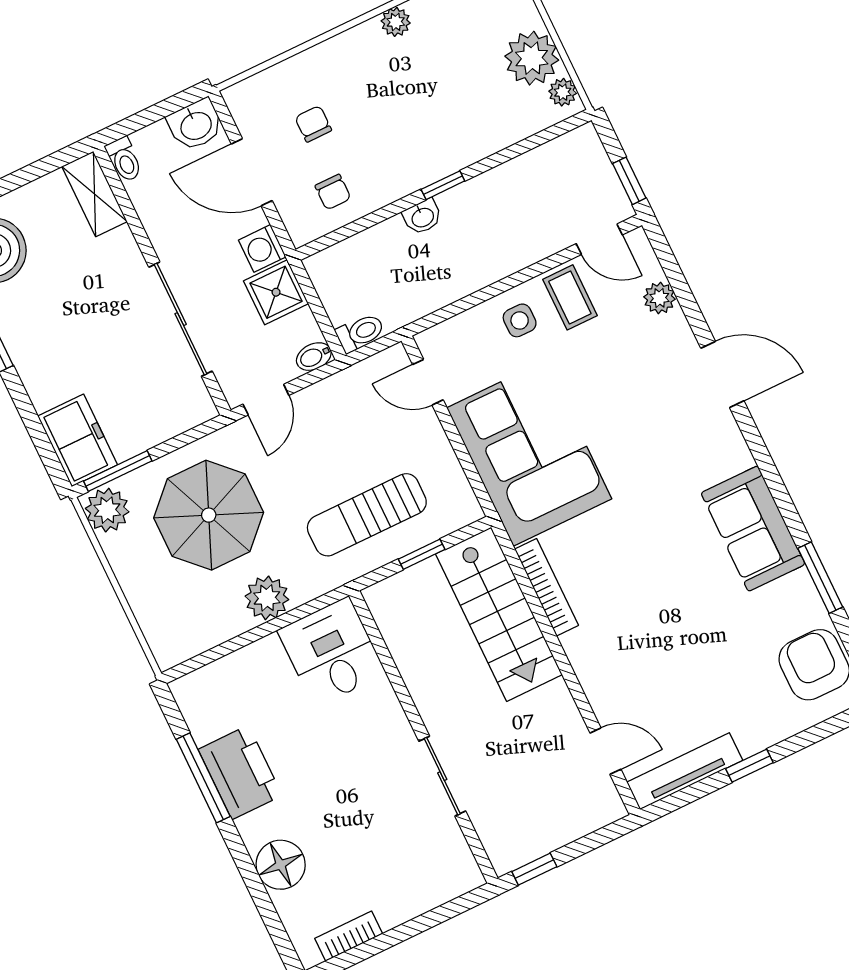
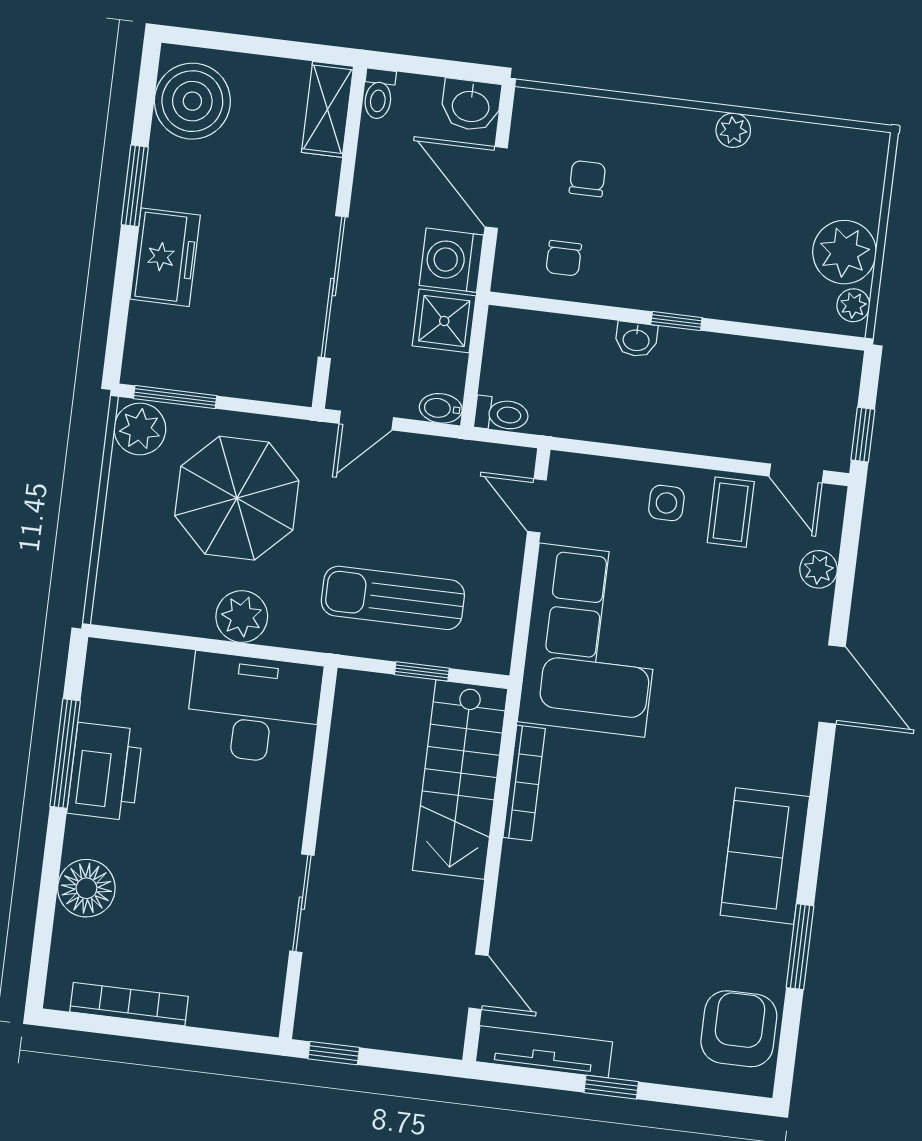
washing machine: (262, 248) -> (451, 260), width x1.38, depth x1.38
freezer: (78, 440) -> (165, 257), moved
desk: (332, 652) -> (254, 709), width x1.37
bookcase: (349, 936) -> (129, 1004), width x1.56

